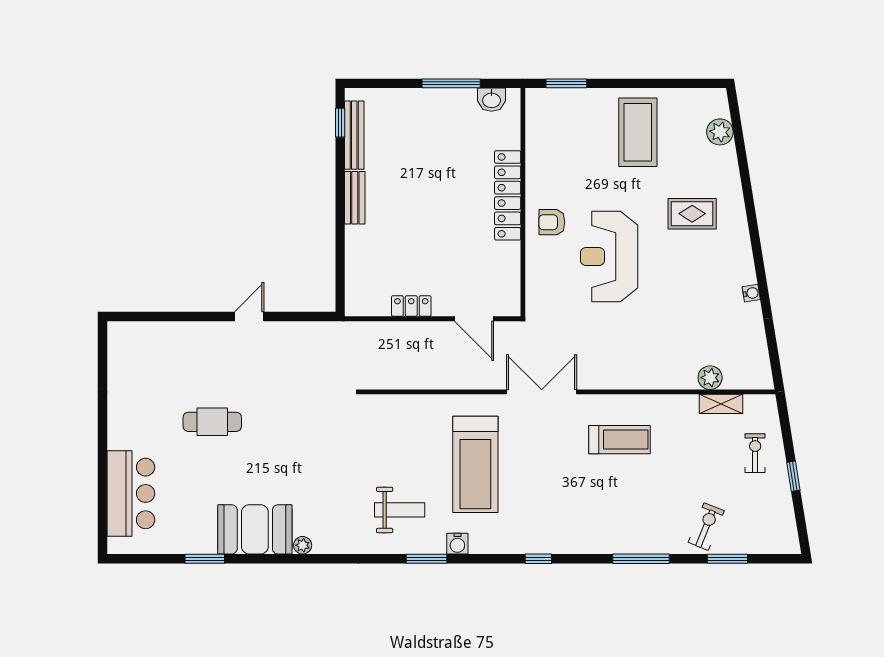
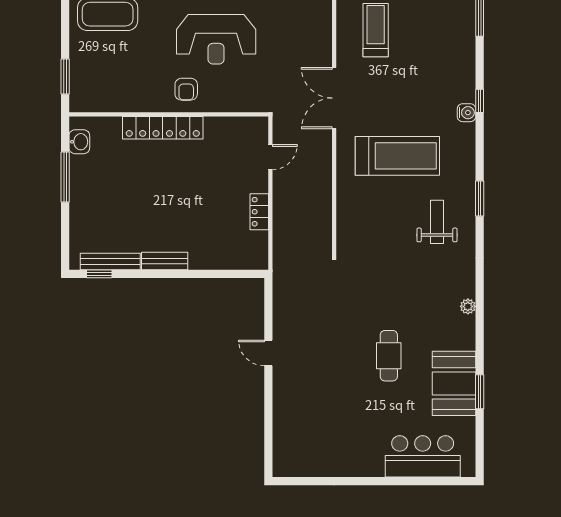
door: (474, 319) -> (270, 157), width x0.73
cafe table: (212, 422) -> (389, 356), moved
booth: (255, 529) -> (454, 383), moved
water cooler: (457, 544) -> (466, 113), moved

